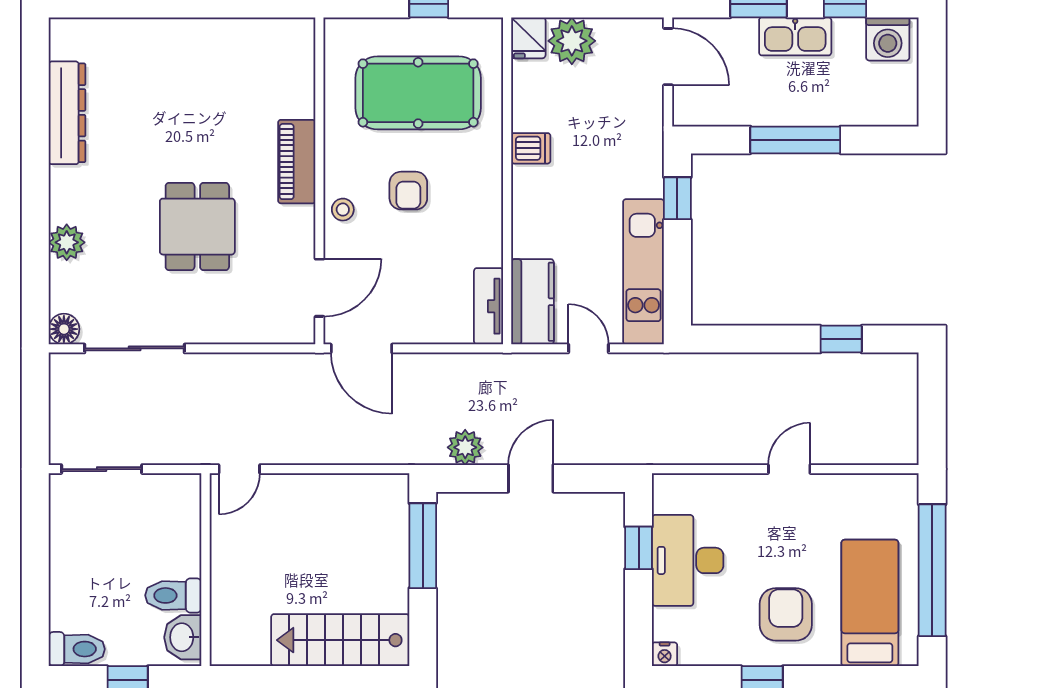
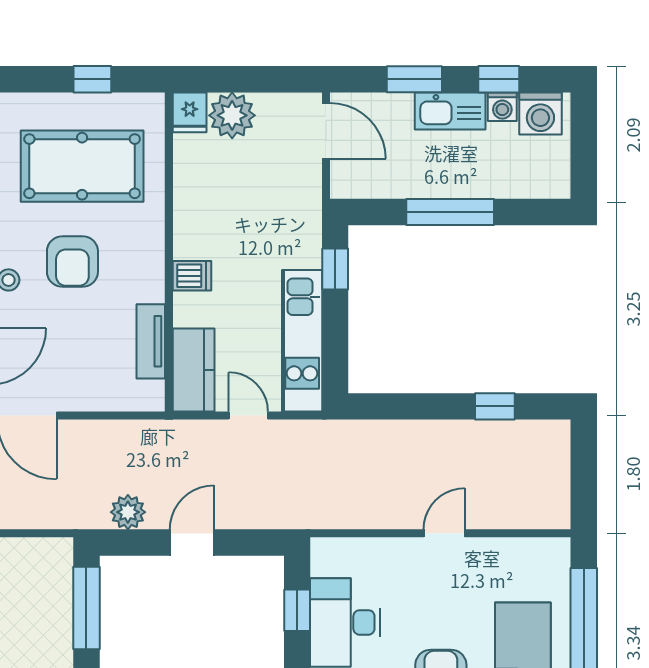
washing machine: (849, 32) -> (502, 107), added
dishwasher: (531, 148) -> (192, 276), moved
armchair: (408, 191) -> (72, 261), width x1.38, depth x1.38
tv unit: (489, 306) -> (151, 341), moved

